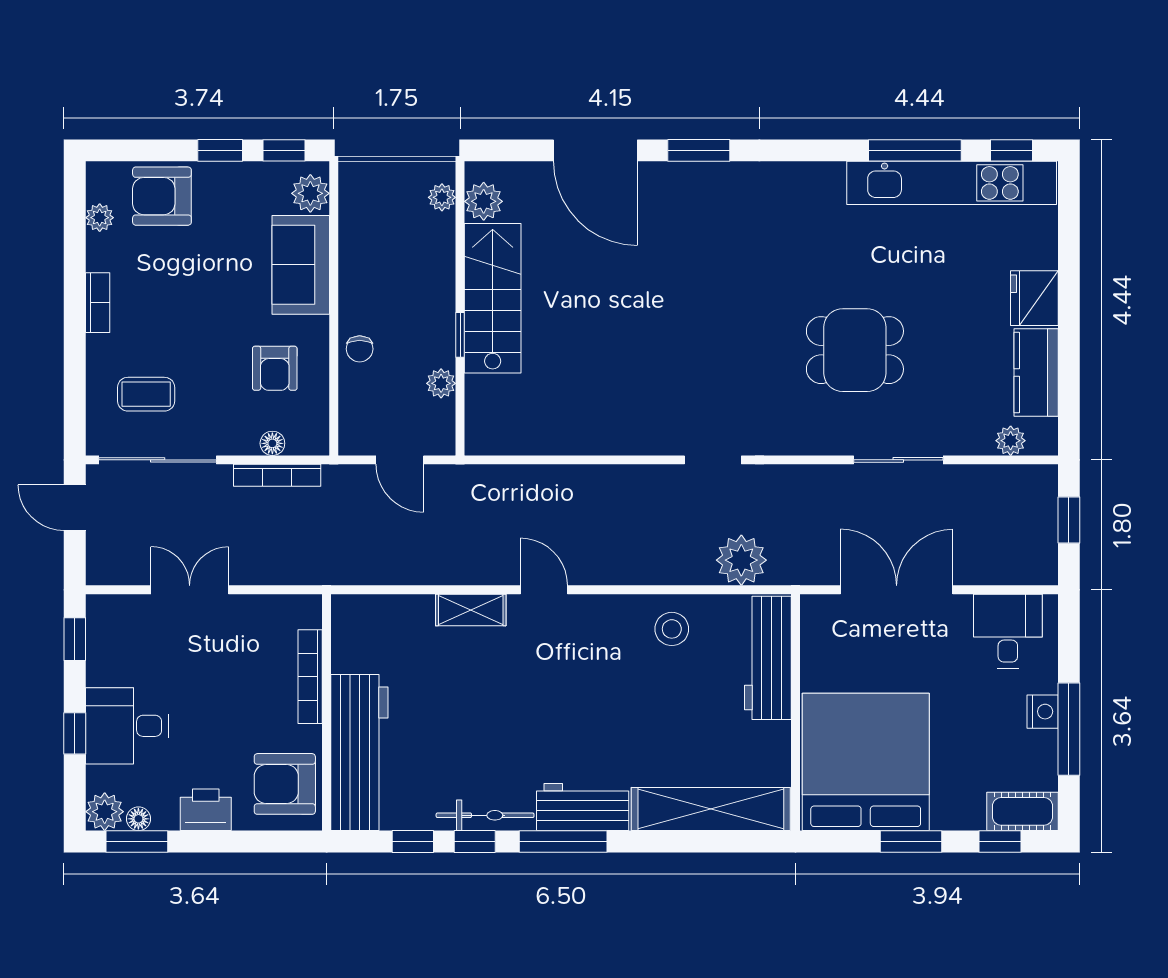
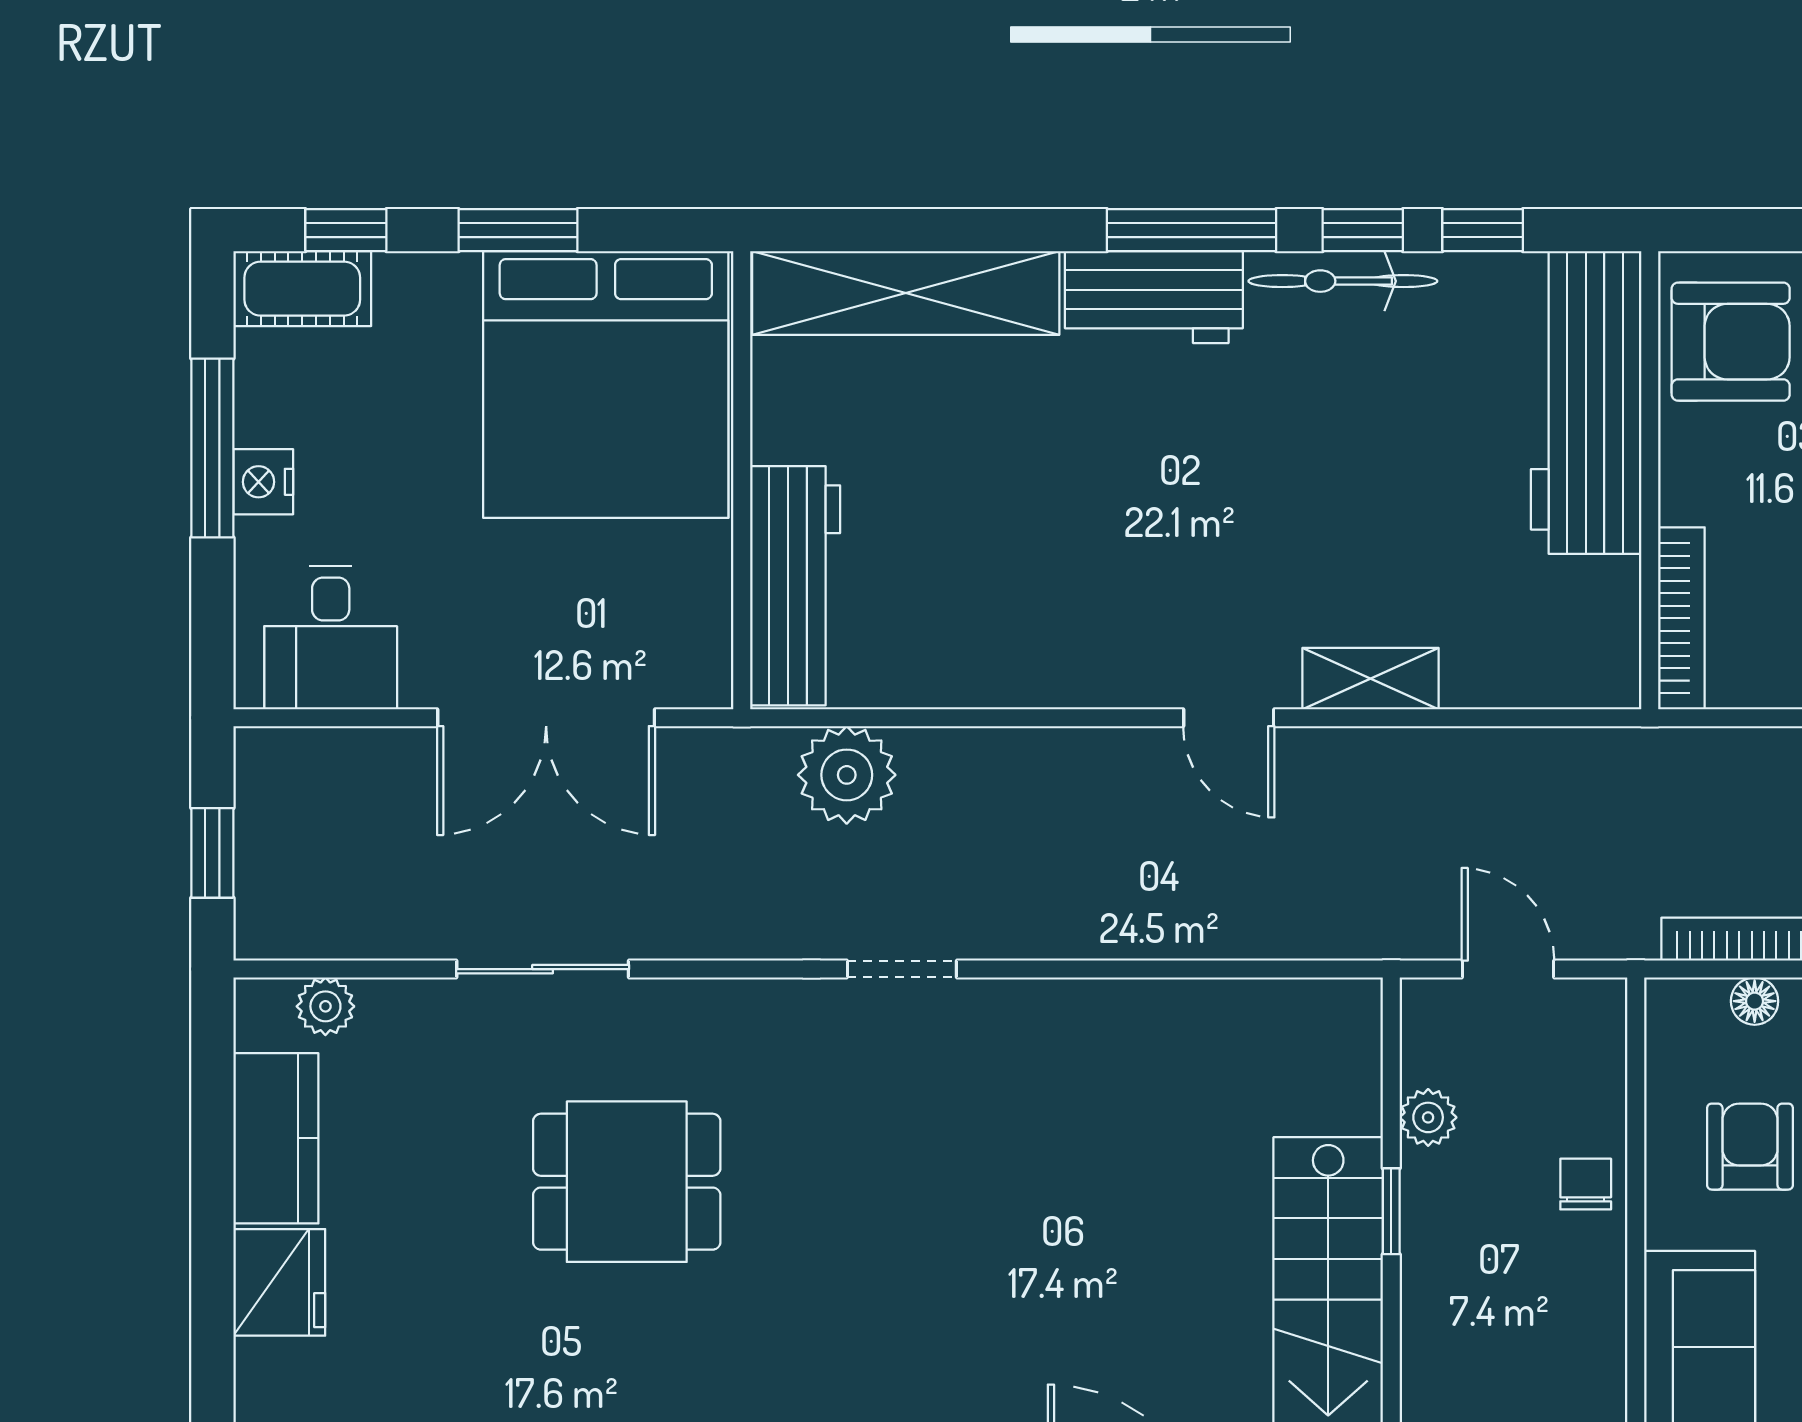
stool: (672, 629) -> (981, 642), removed
bookcase: (310, 677) -> (1681, 618), moved

